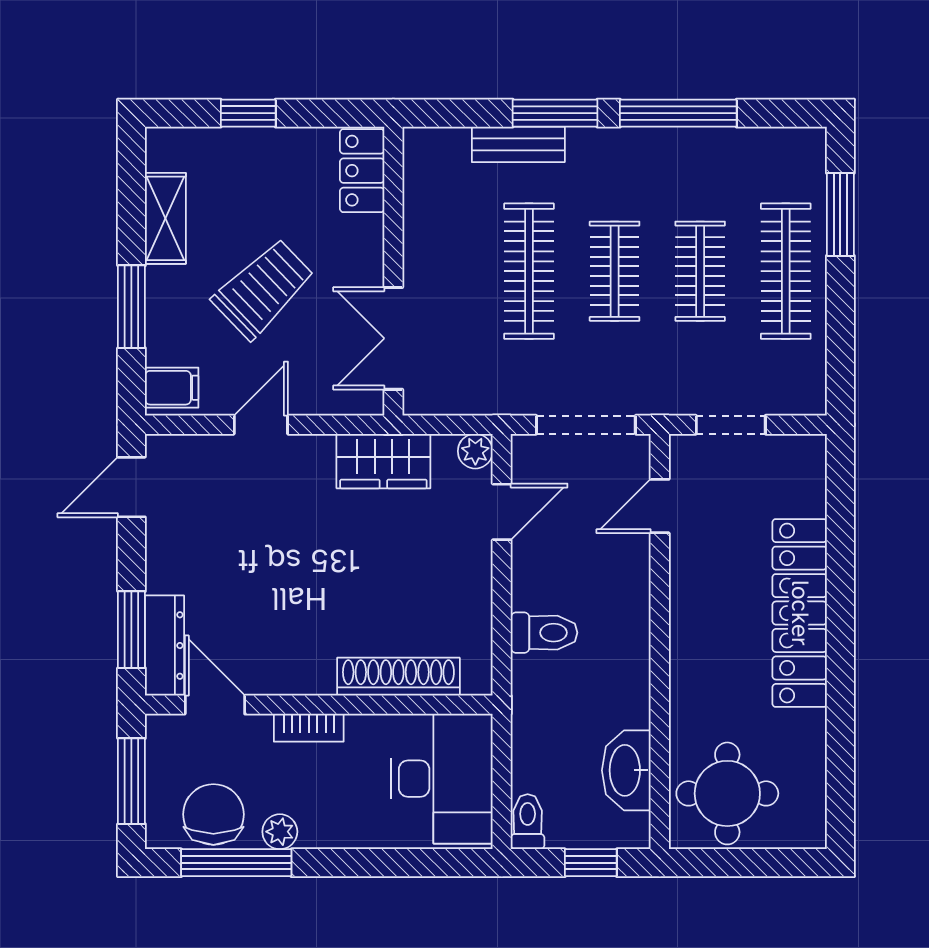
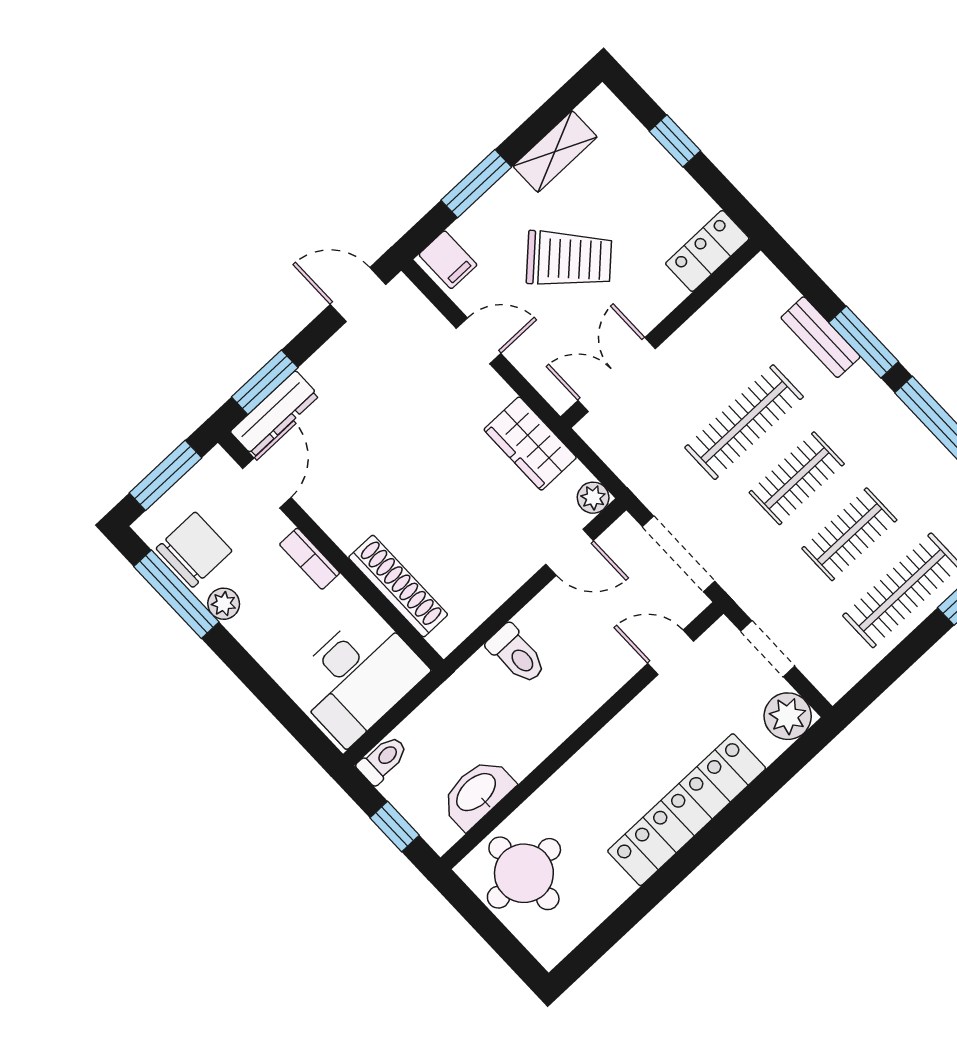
plant: (801, 460) -> (788, 716), added

